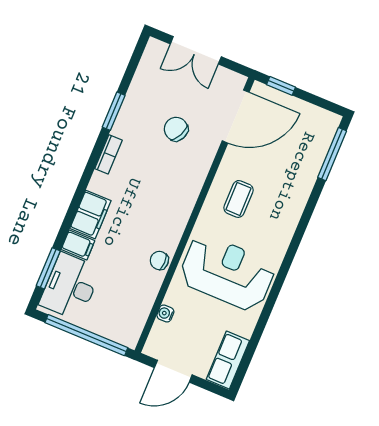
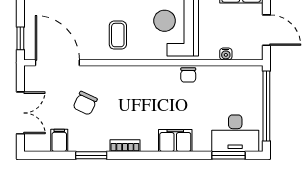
coffee table: (238, 199) -> (118, 35), turned 90
filing cabinet: (78, 245) -> (59, 140), moved

